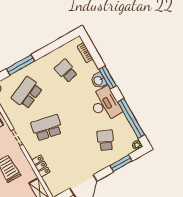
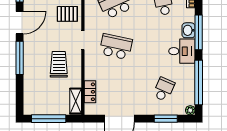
window: (108, 78) -> (199, 32), width x1.44
desk: (105, 104) -> (182, 51), width x0.73
locker: (41, 166) -> (90, 92), moved

